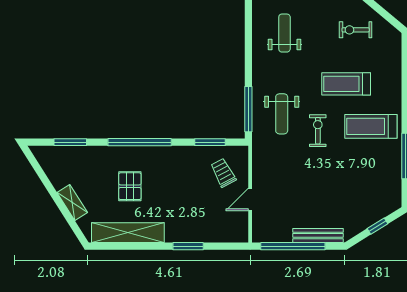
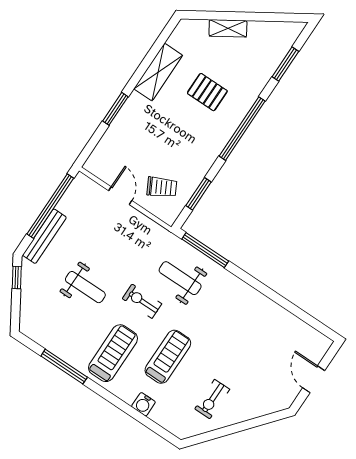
exercise bike: (356, 30) -> (212, 399), turned 180
weight bench: (284, 33) -> (85, 287), moved
water cooler: (394, 78) -> (143, 404), added
exercise bike: (318, 131) -> (142, 301), turned 180
window: (378, 226) -> (17, 277), moved
shelving: (128, 233) -> (158, 72), width x0.68

